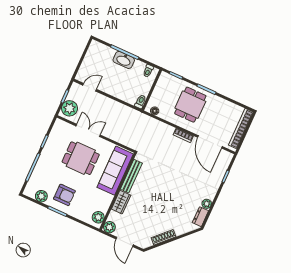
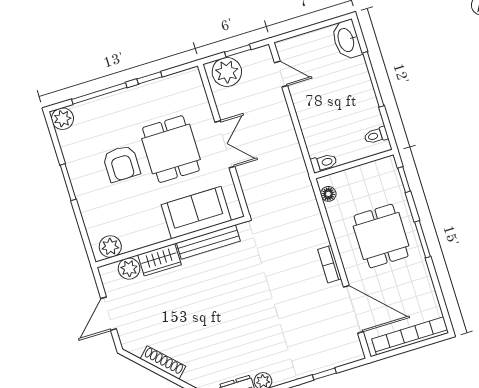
washbasin: (124, 60) -> (346, 40), moved
dining table: (190, 105) -> (381, 236), turned 90
double door: (88, 130) -> (225, 144), moved
door: (210, 142) -> (353, 309), swing flipped
sofa: (115, 171) -> (196, 213), width x0.73
armchair: (64, 195) -> (121, 163), moved
plant: (41, 196) -> (63, 119), moved
plant: (109, 227) -> (129, 269), moved

